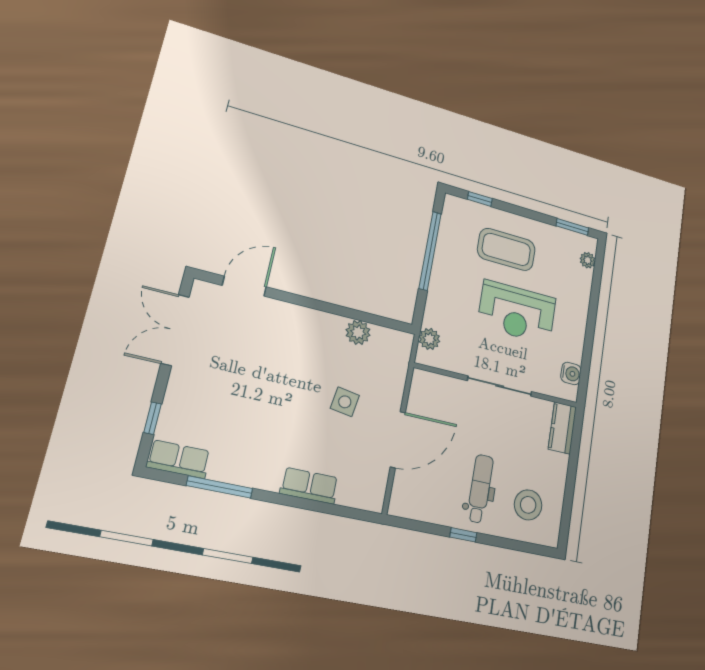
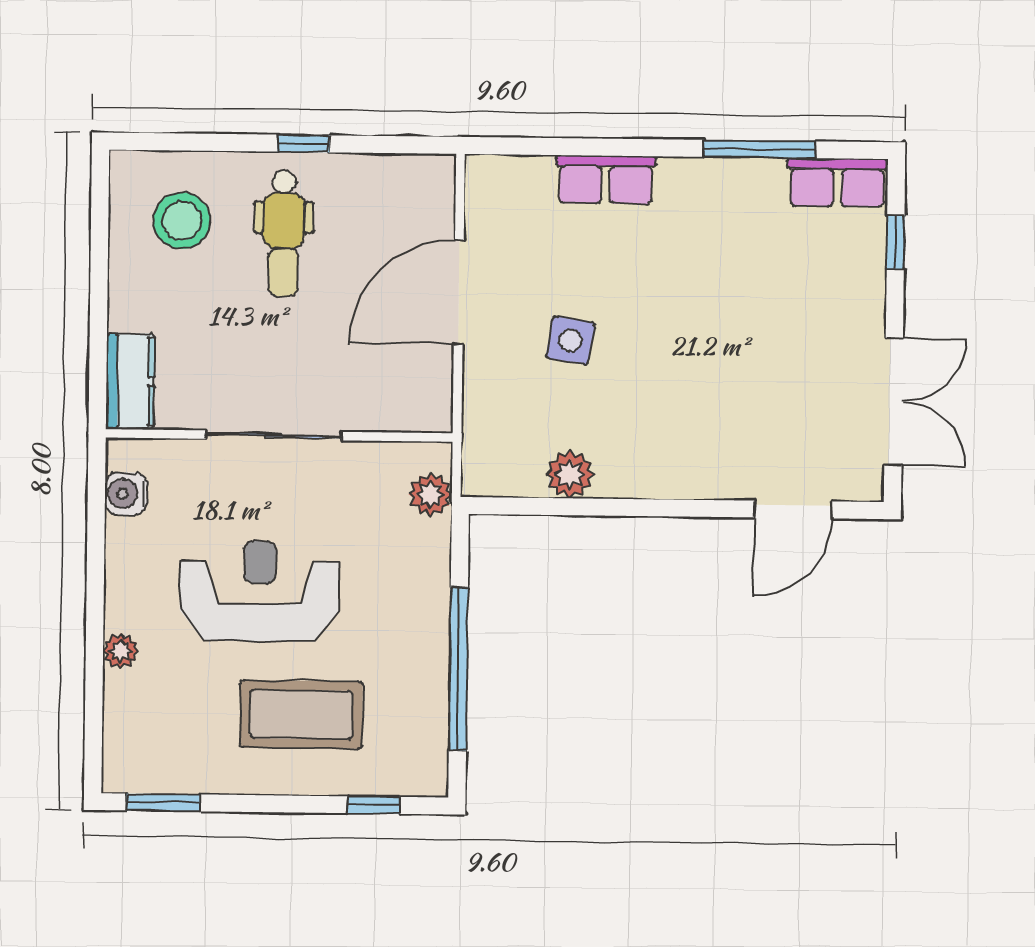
plant: (588, 260) -> (121, 651), moved

